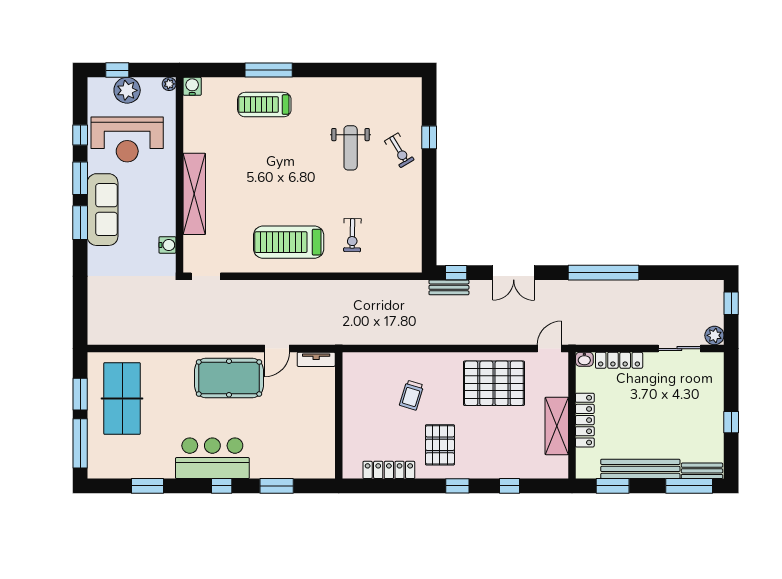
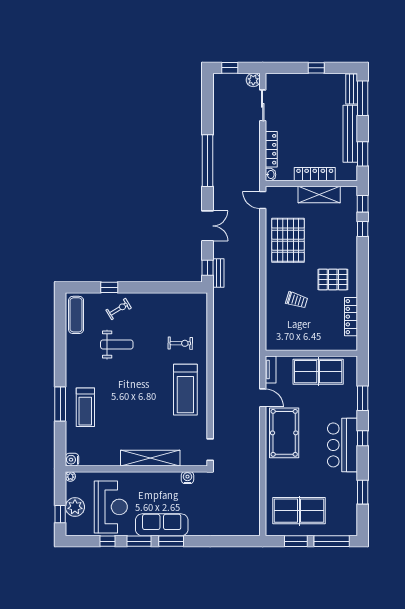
exercise mat: (391, 92) -> (76, 315), added
table tennis table: (313, 425) -> (318, 372), added
window: (457, 486) -> (363, 204), moved

